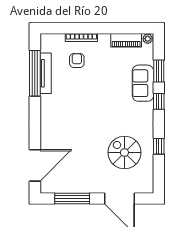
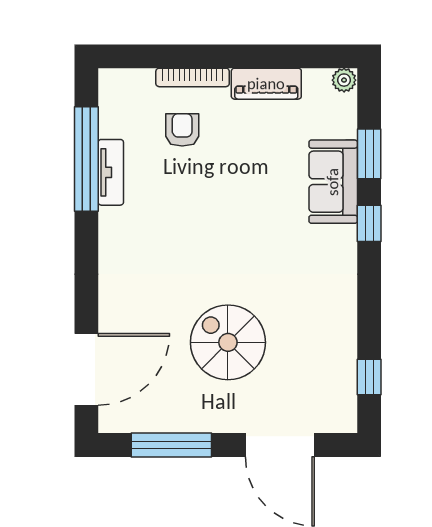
piano: (126, 40) -> (266, 84), moved
tv unit: (46, 73) -> (111, 172), width x0.71
window: (159, 146) -> (369, 377), moved
spiral stairs: (124, 153) -> (228, 342), moved

